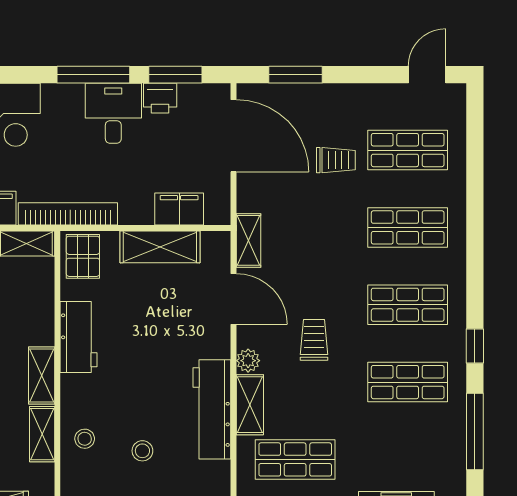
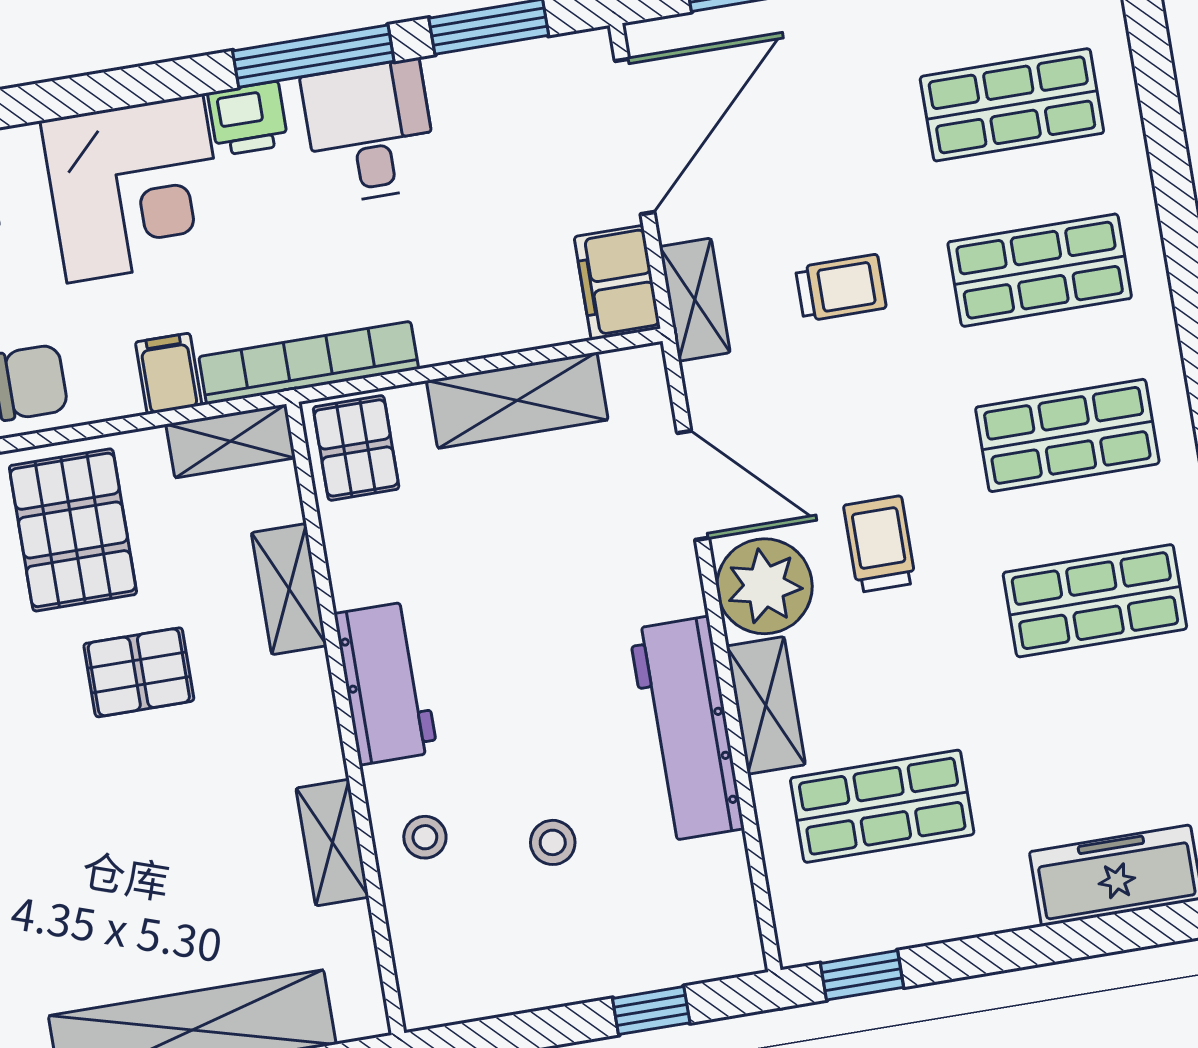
printer: (160, 98) -> (248, 119), moved
door: (233, 136) -> (635, 137), hinge flipped
trolley: (336, 160) -> (841, 288), moved
filing cabinet: (179, 209) -> (617, 283), moved, turned -90
shelving: (248, 240) -> (695, 300), moved
workbench: (79, 337) -> (386, 683), moved
plant: (248, 361) -> (764, 586), width x1.87, depth x1.87
shelving: (42, 375) -> (289, 589), moved

